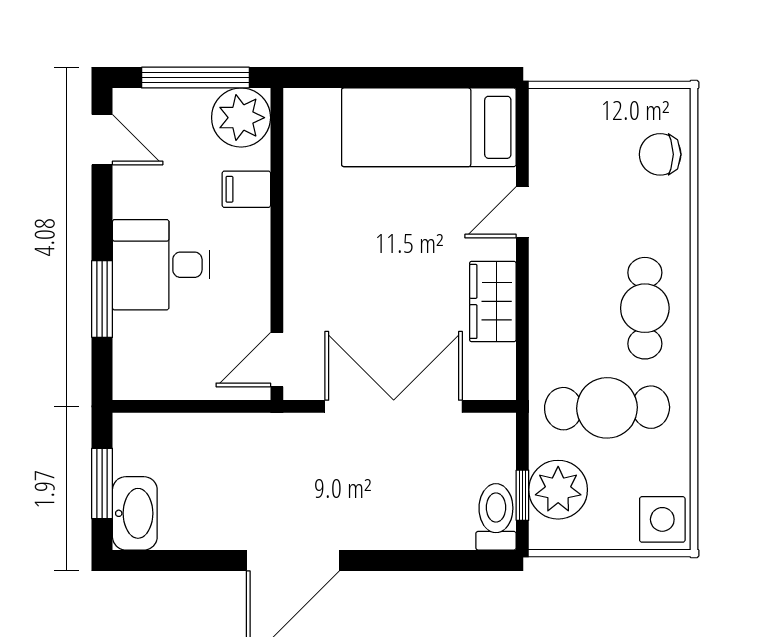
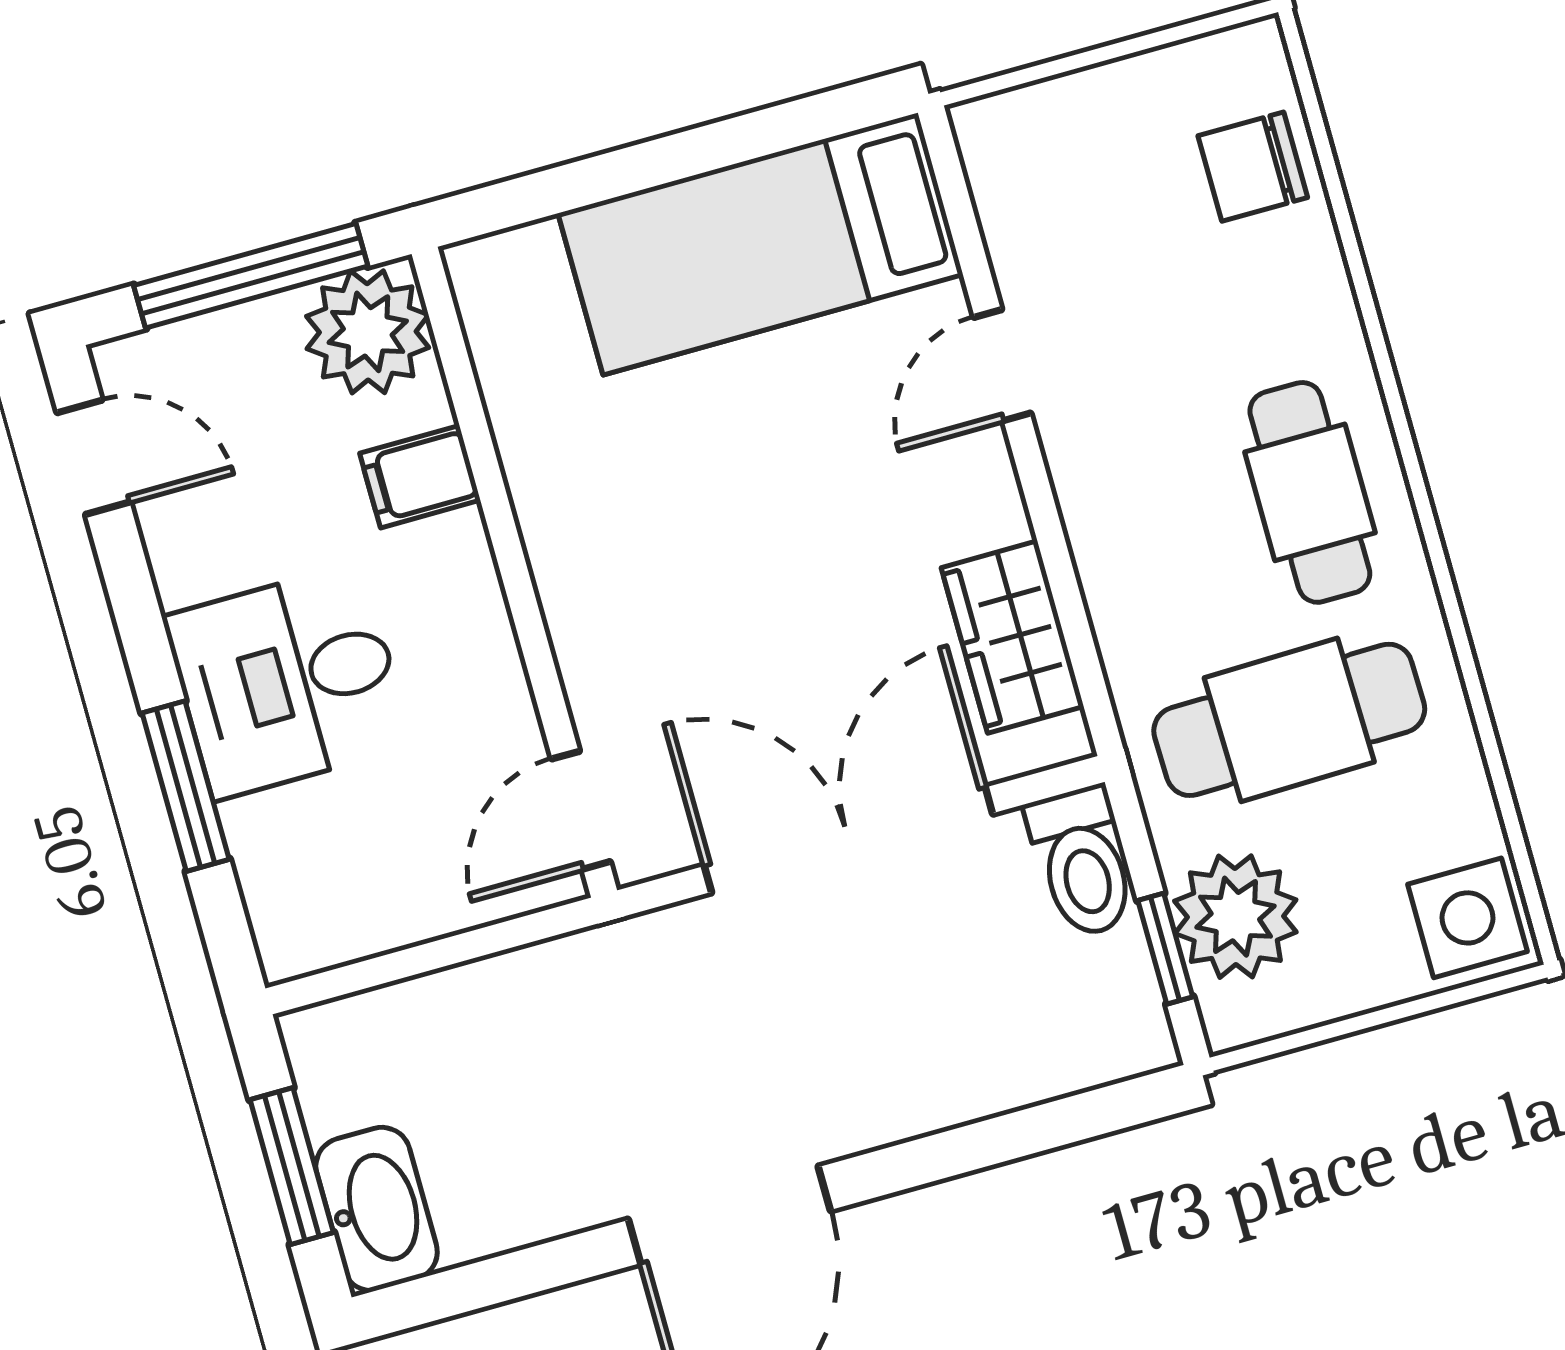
wardrobe: (493, 301) -> (1012, 637), moved
toilet: (496, 517) -> (1082, 862), moved, turned 180

